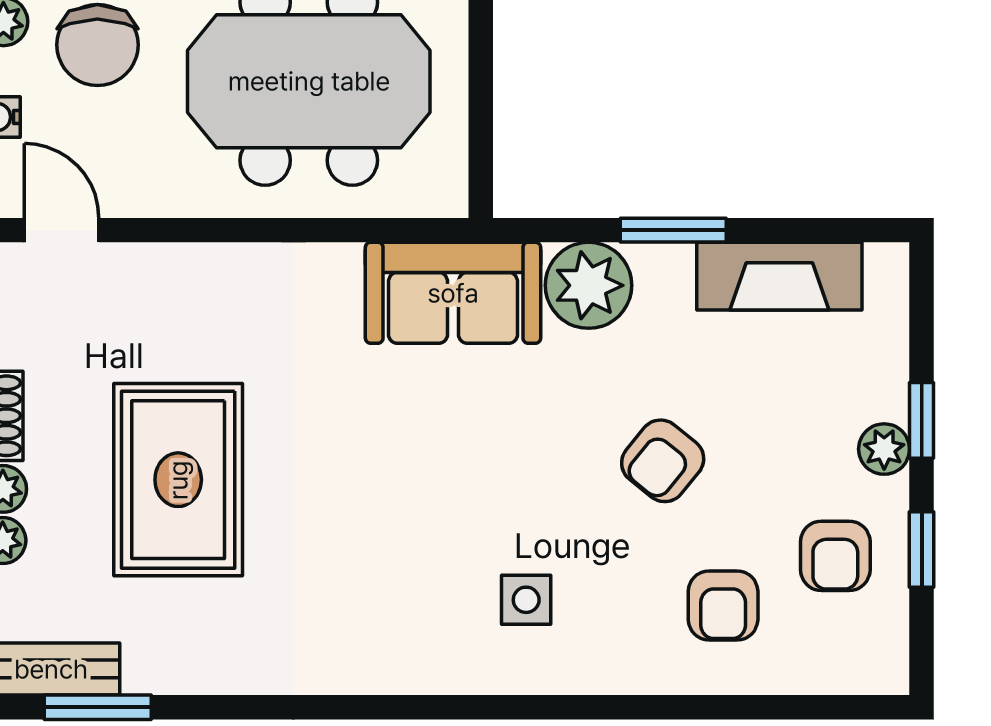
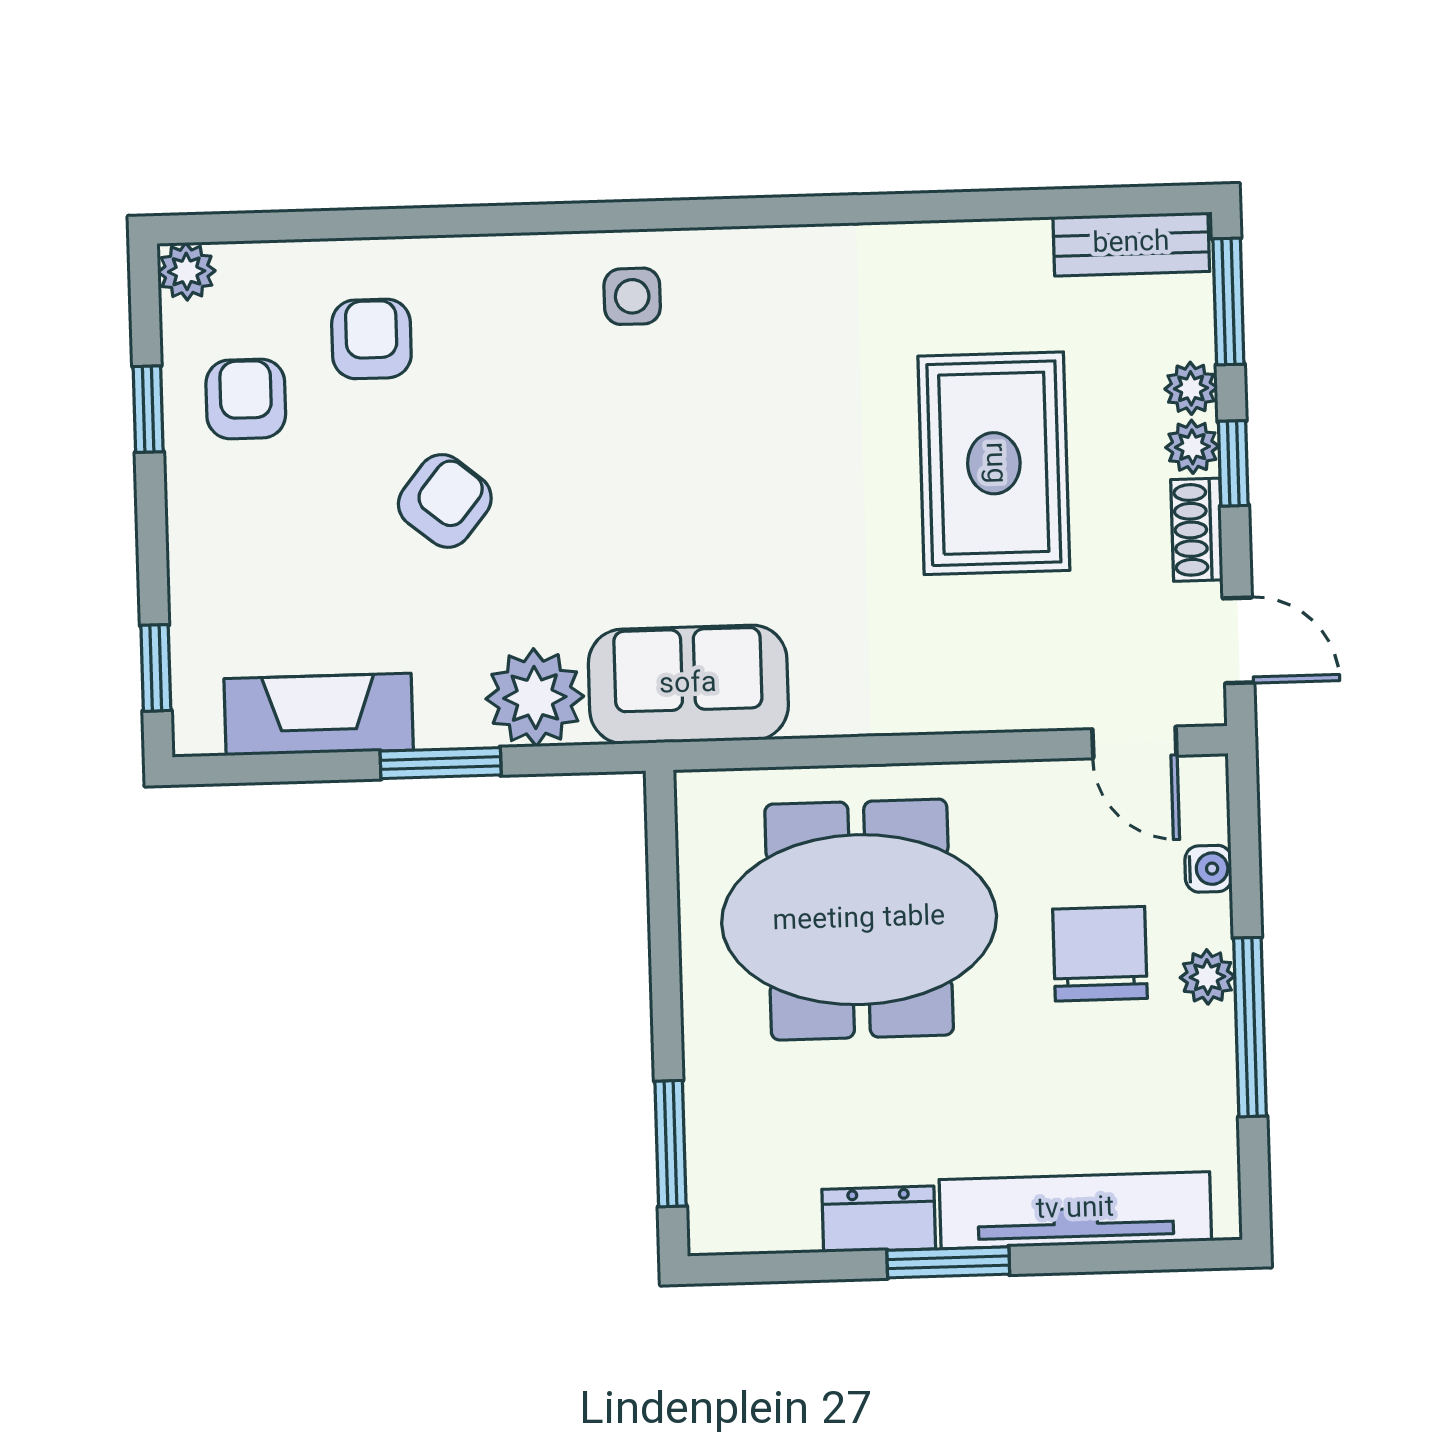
window: (922, 420) -> (156, 668), moved
plant: (884, 449) -> (187, 271), moved
side table: (526, 600) -> (632, 296), moved
window: (98, 707) -> (1077, 202), removed

